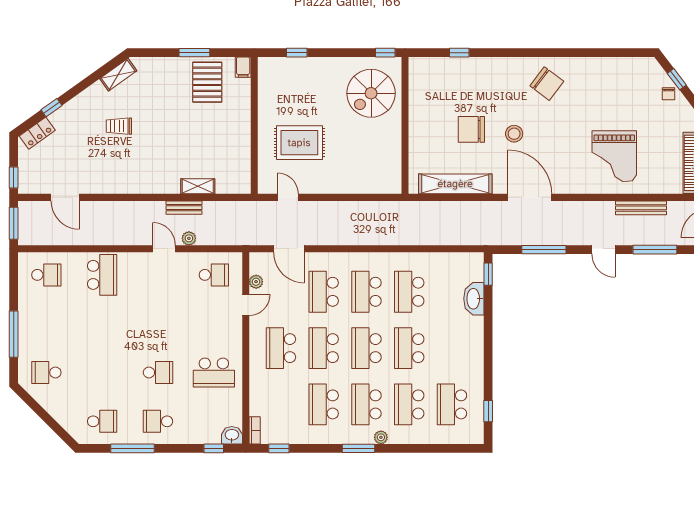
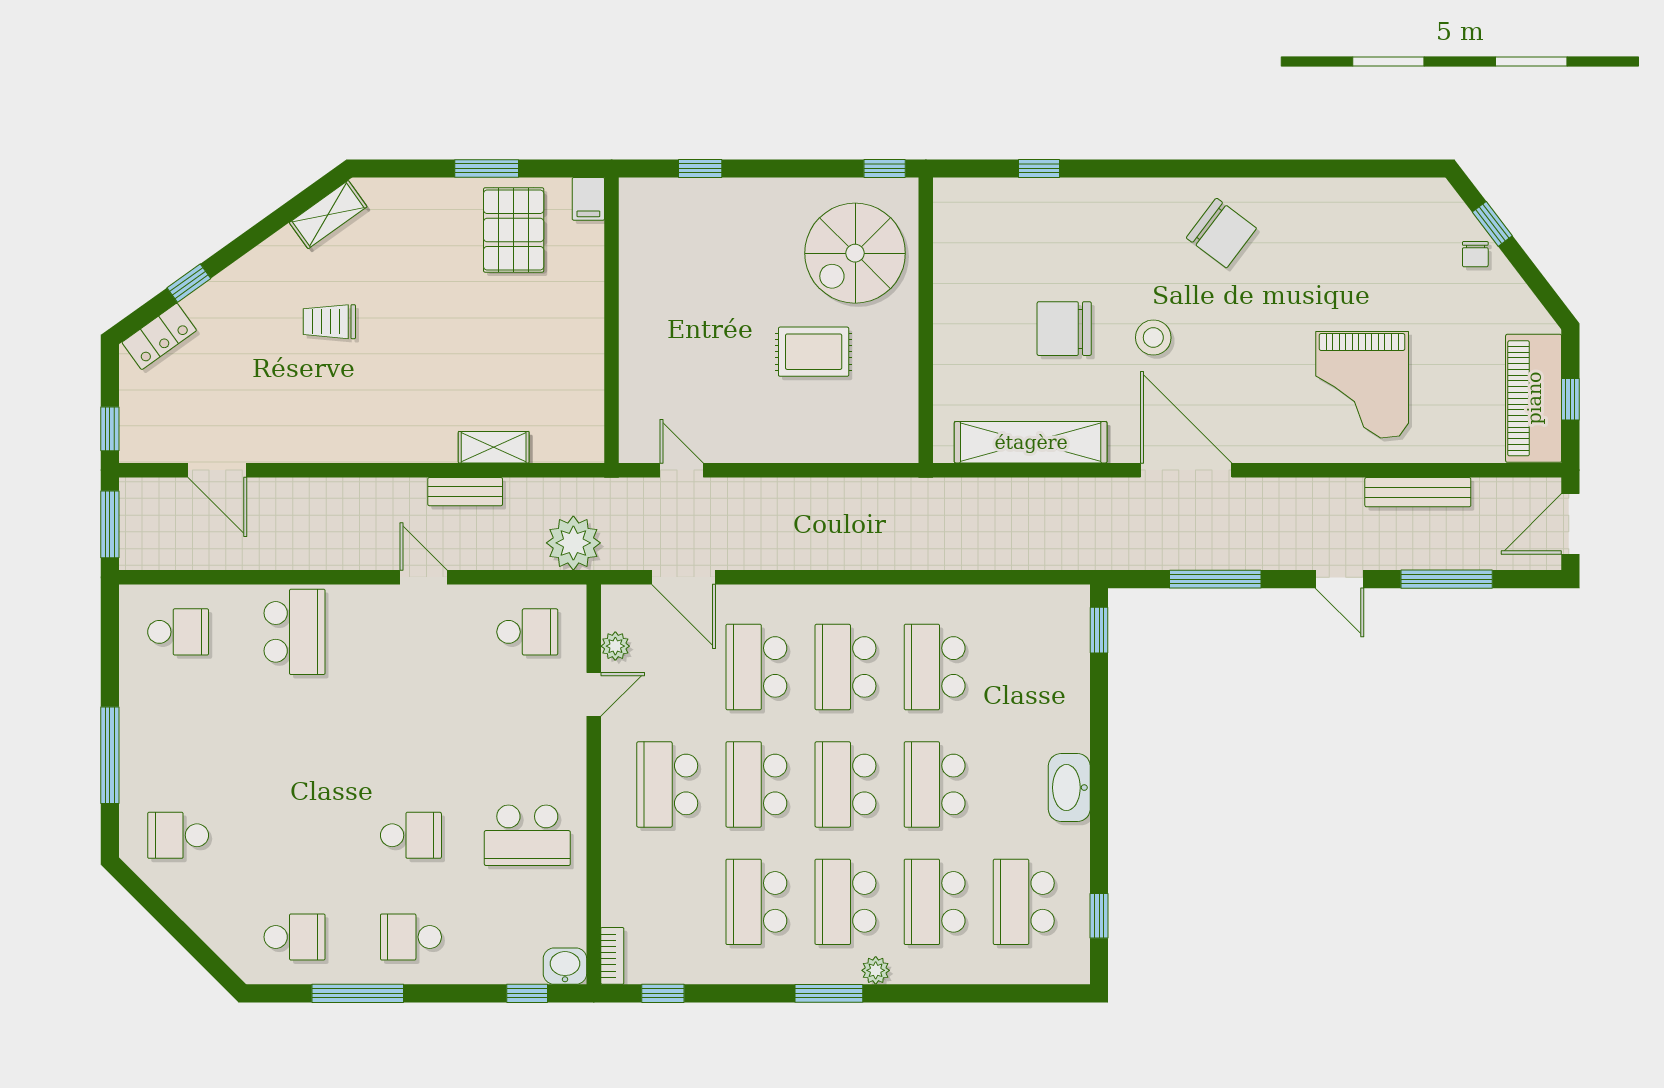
rug: (299, 143) -> (814, 352), moved, width x0.73, depth x0.70
plant: (189, 238) -> (573, 543), moved, width x1.88, depth x1.88
washbasin: (474, 299) -> (1069, 788), moved

